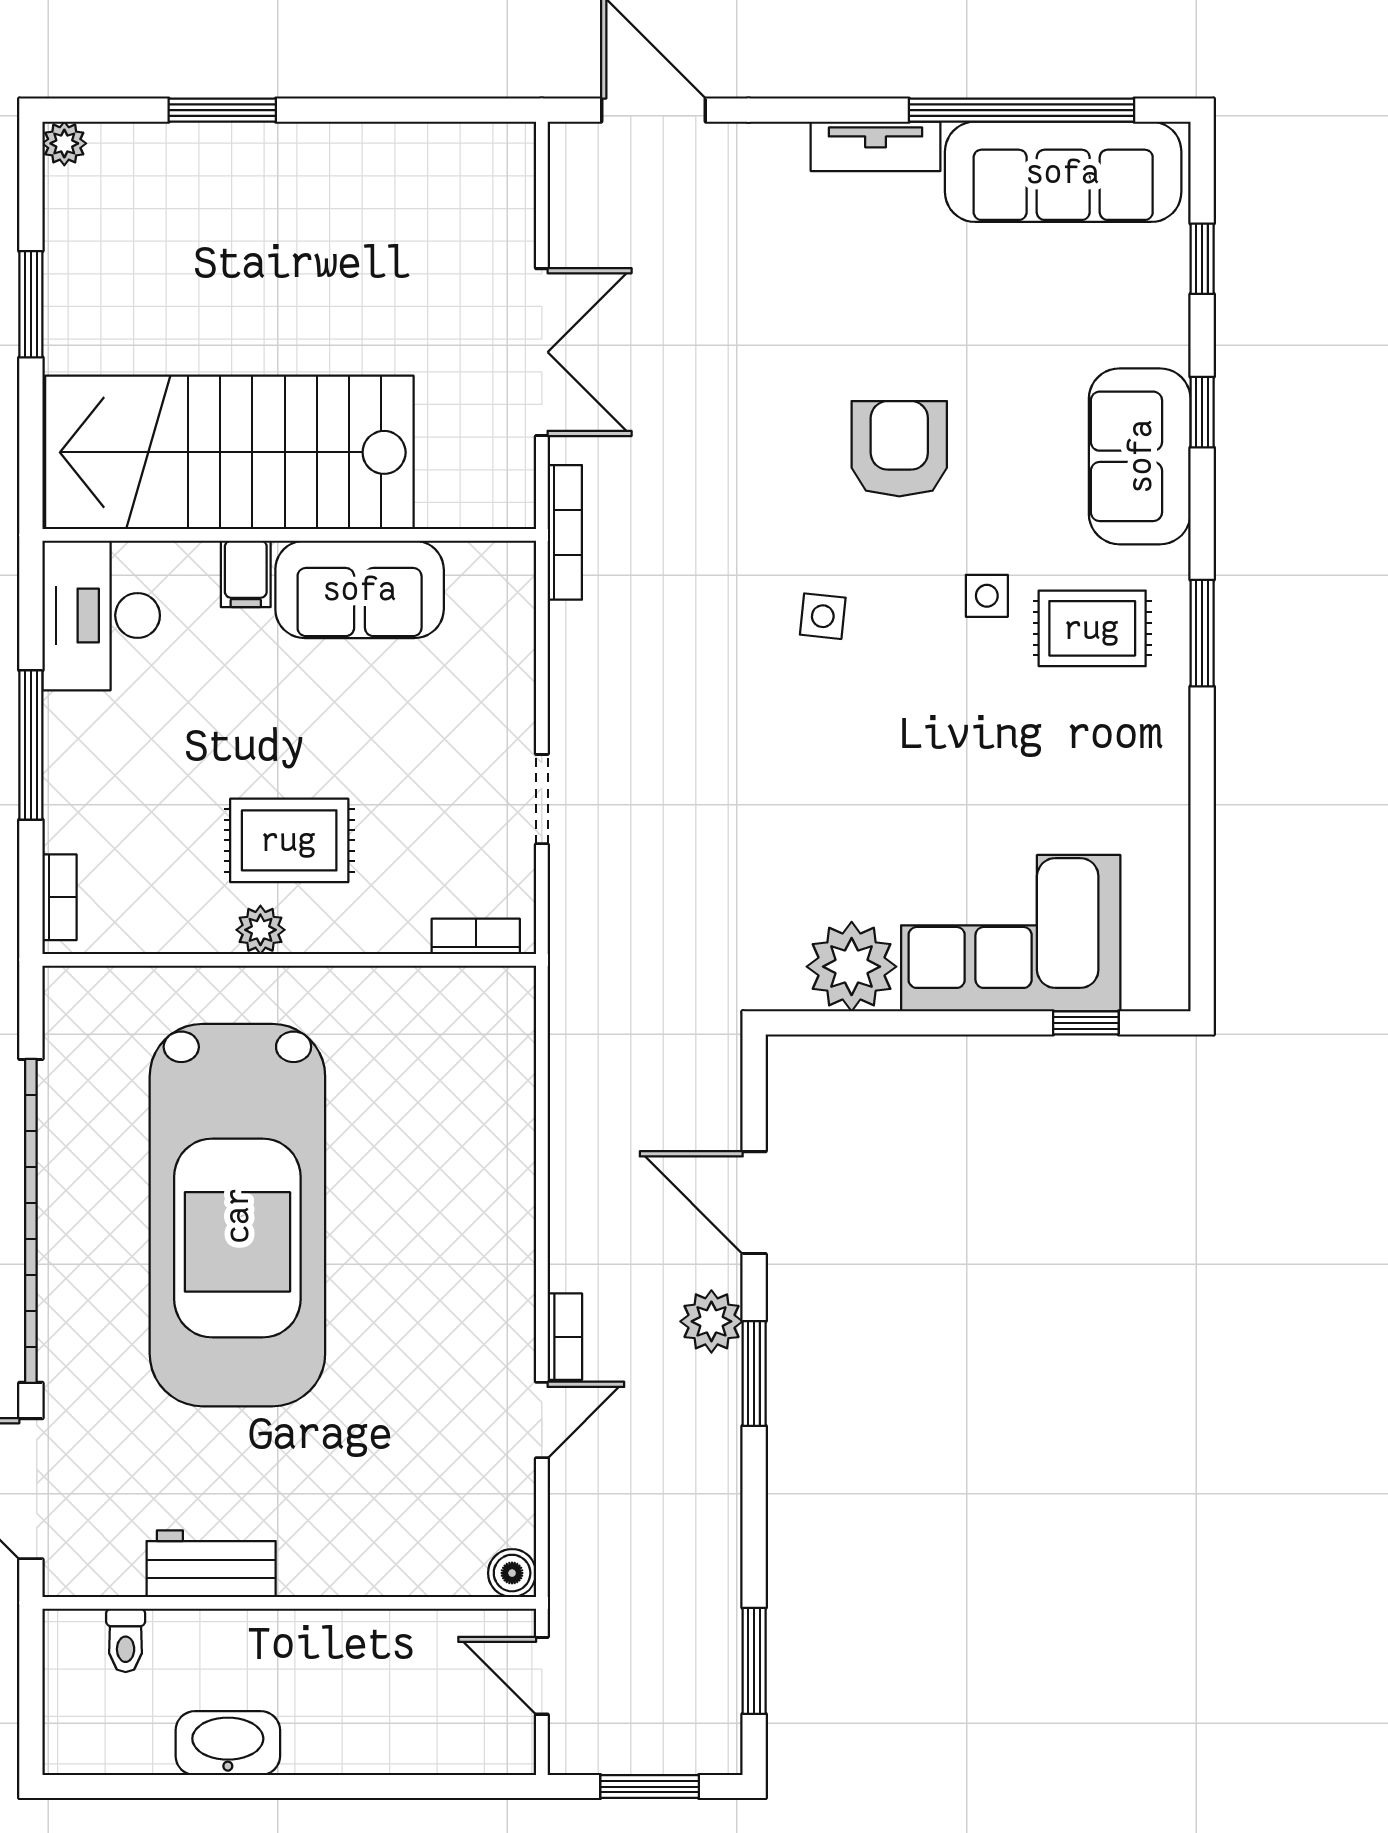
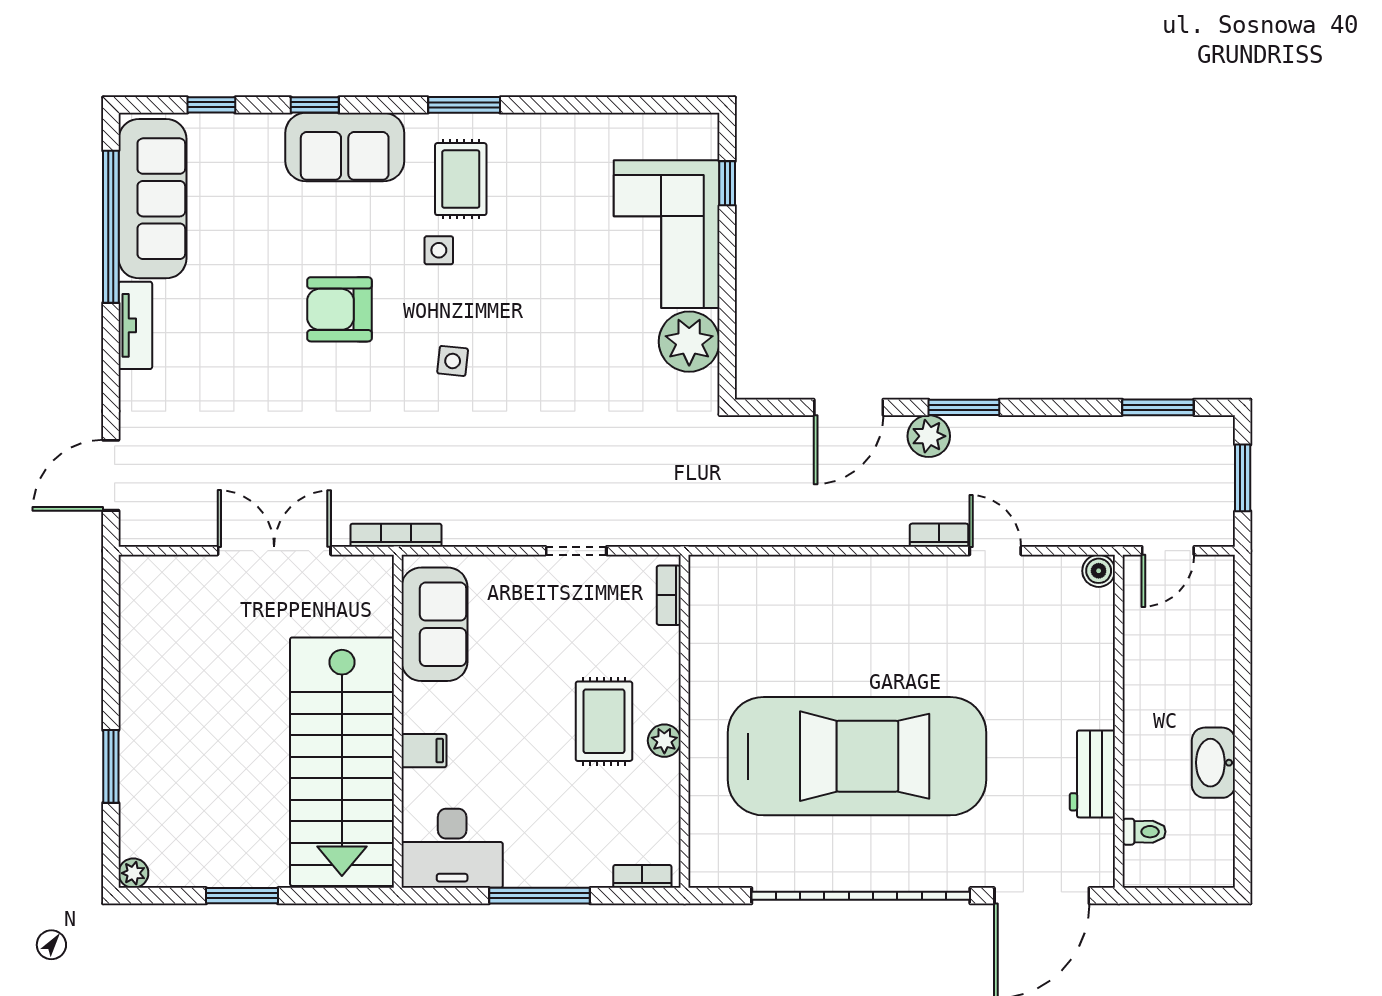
sofa: (360, 589) -> (434, 624), moved

